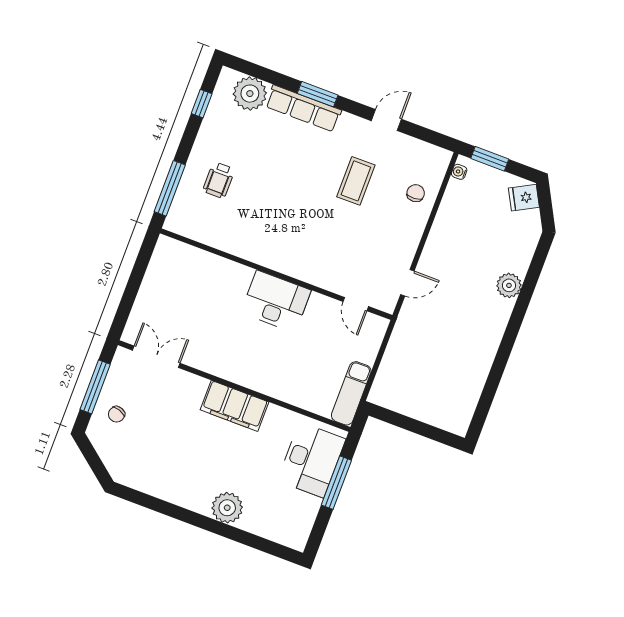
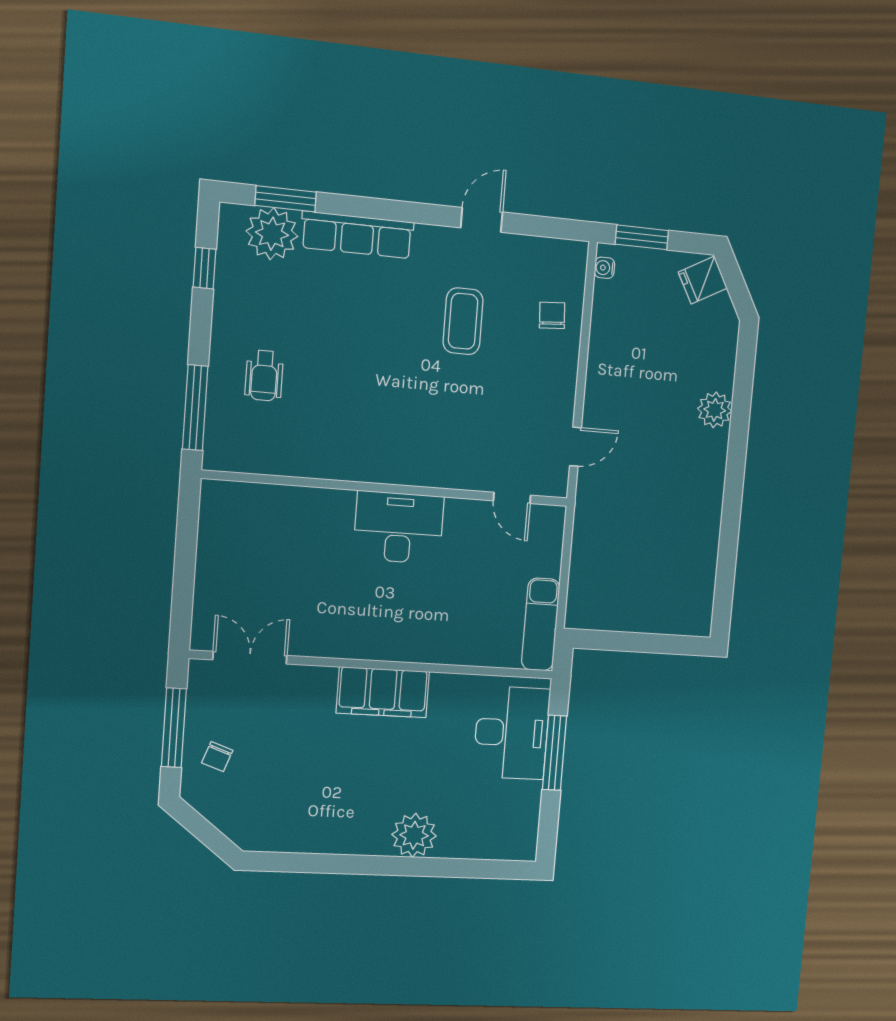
window: (318, 94) -> (286, 199), moved

